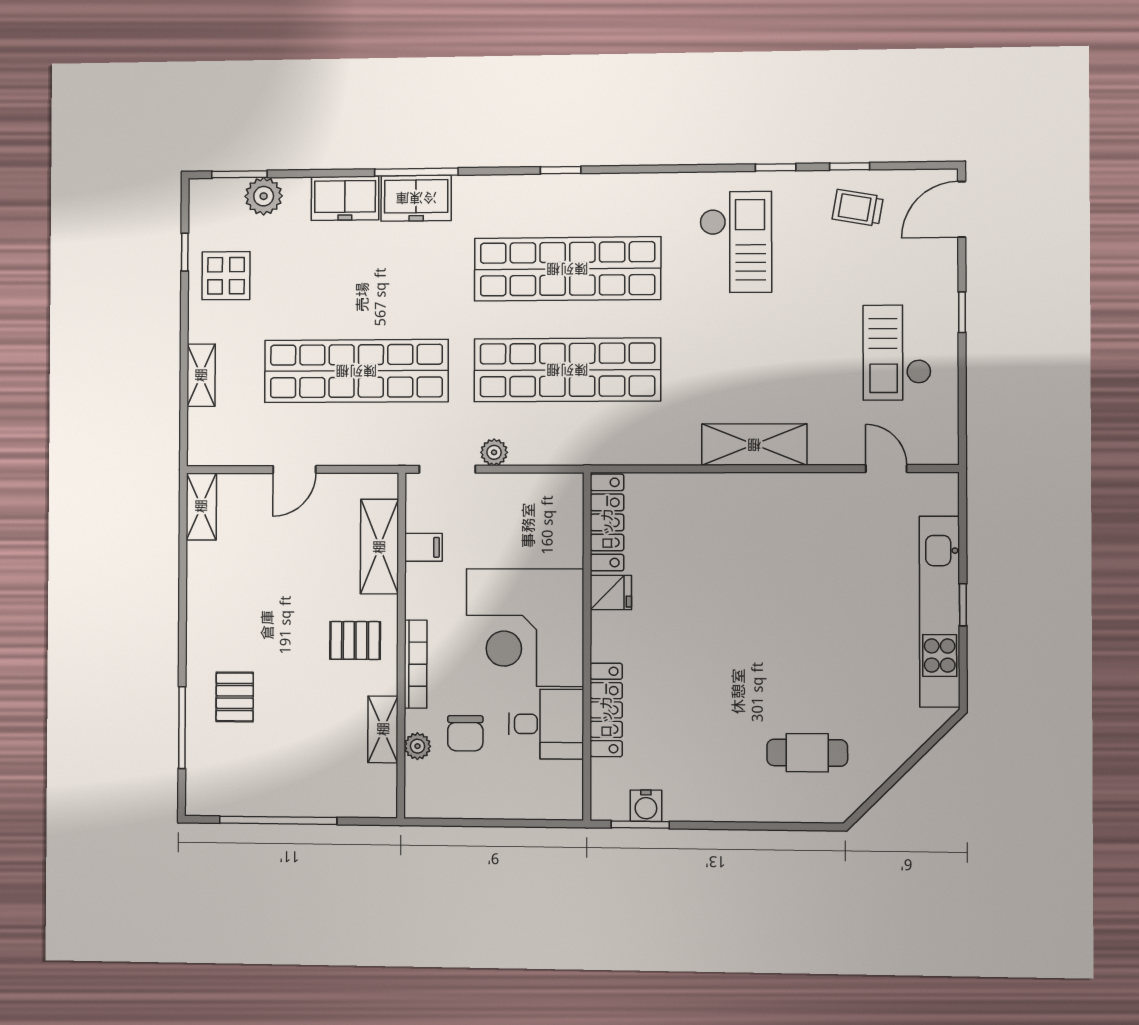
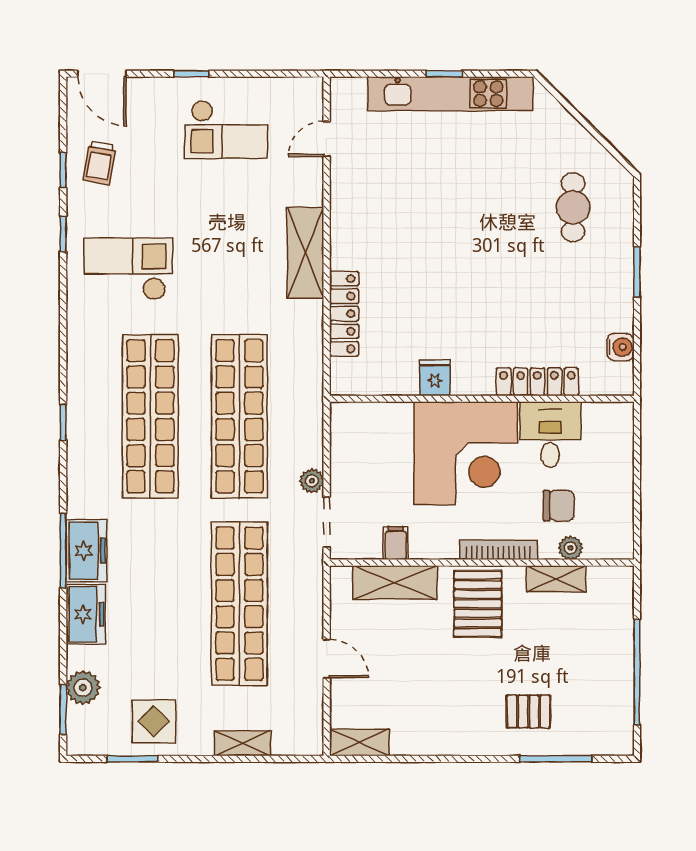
window: (185, 252) -> (132, 759), width x1.50
locker: (607, 522) -> (344, 314), moved, turned 90
pallet: (355, 640) -> (478, 604), width x1.50, depth x1.42
window: (640, 825) -> (637, 272), moved

